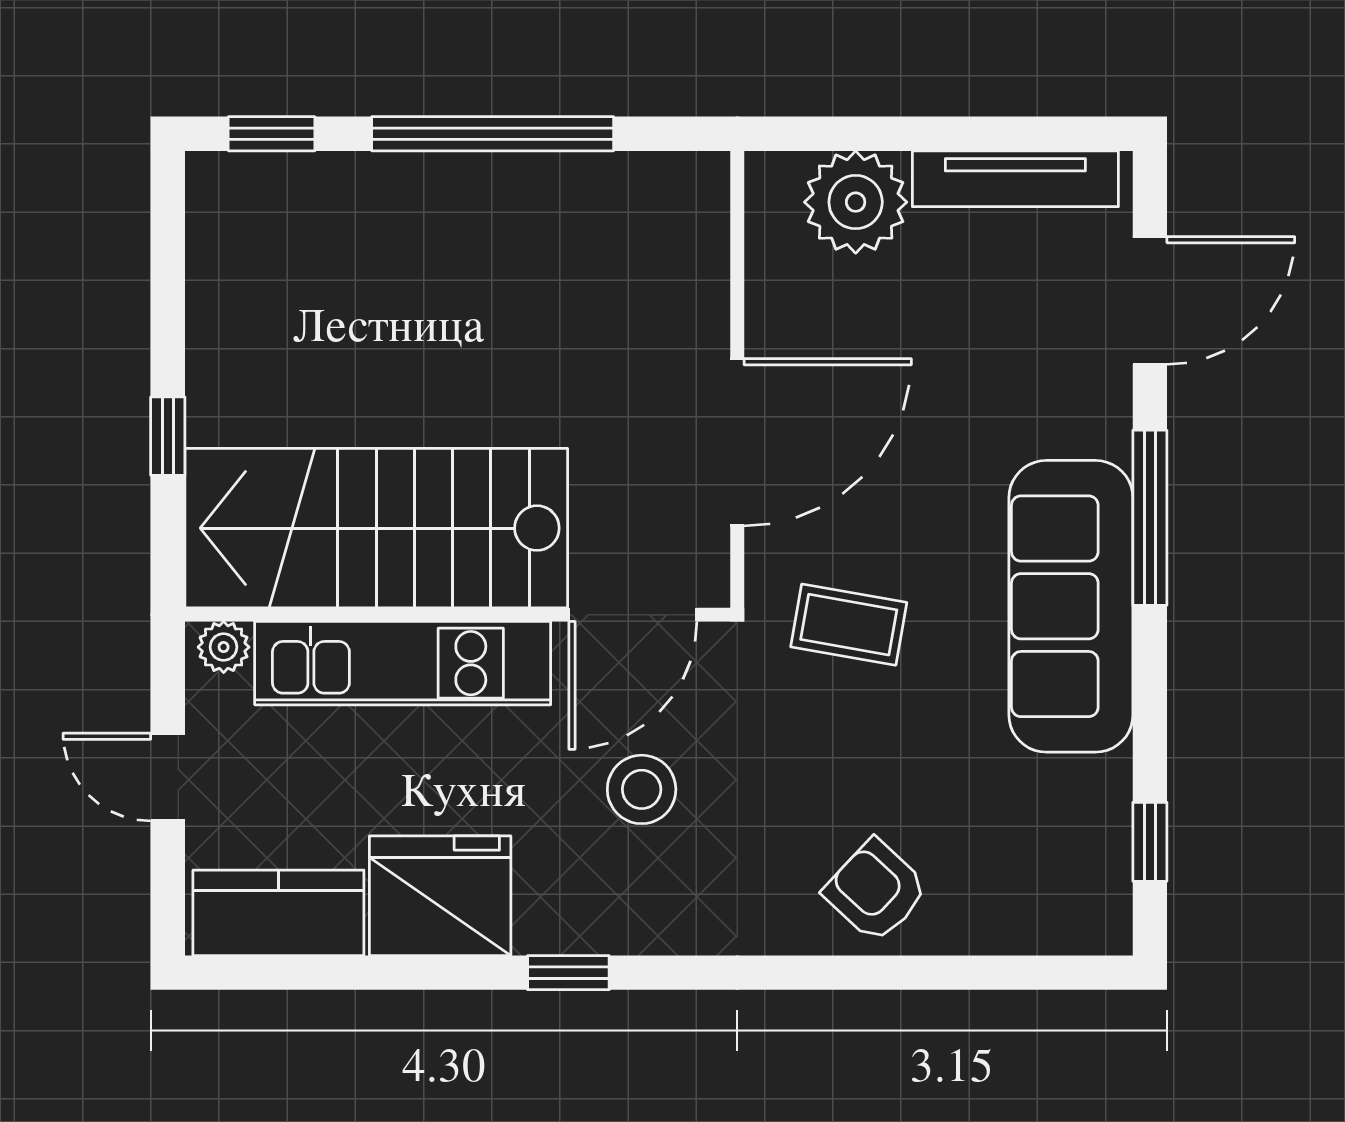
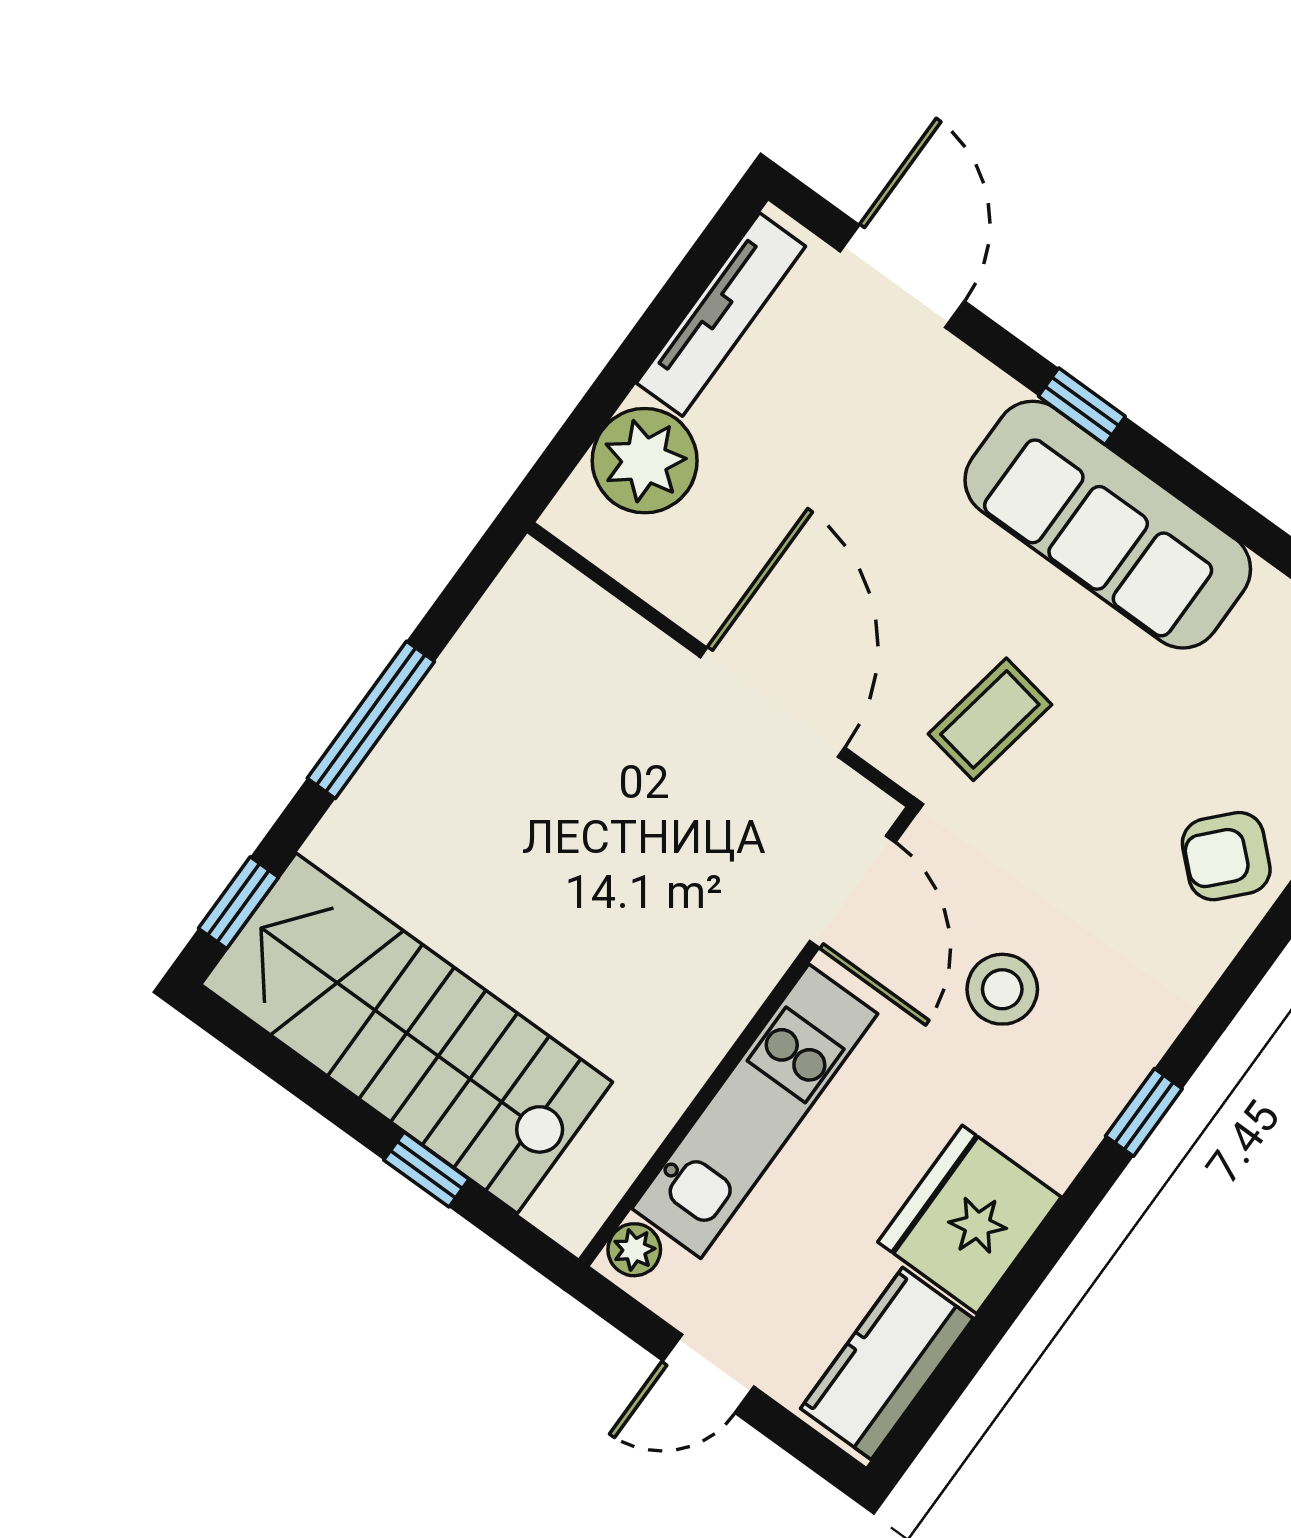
window: (493, 134) -> (371, 720), width x0.68
window: (1150, 518) -> (1082, 406), width x0.46
stairs: (376, 528) -> (407, 1033), moved, turned 90
window: (568, 973) -> (1144, 1112), moved

